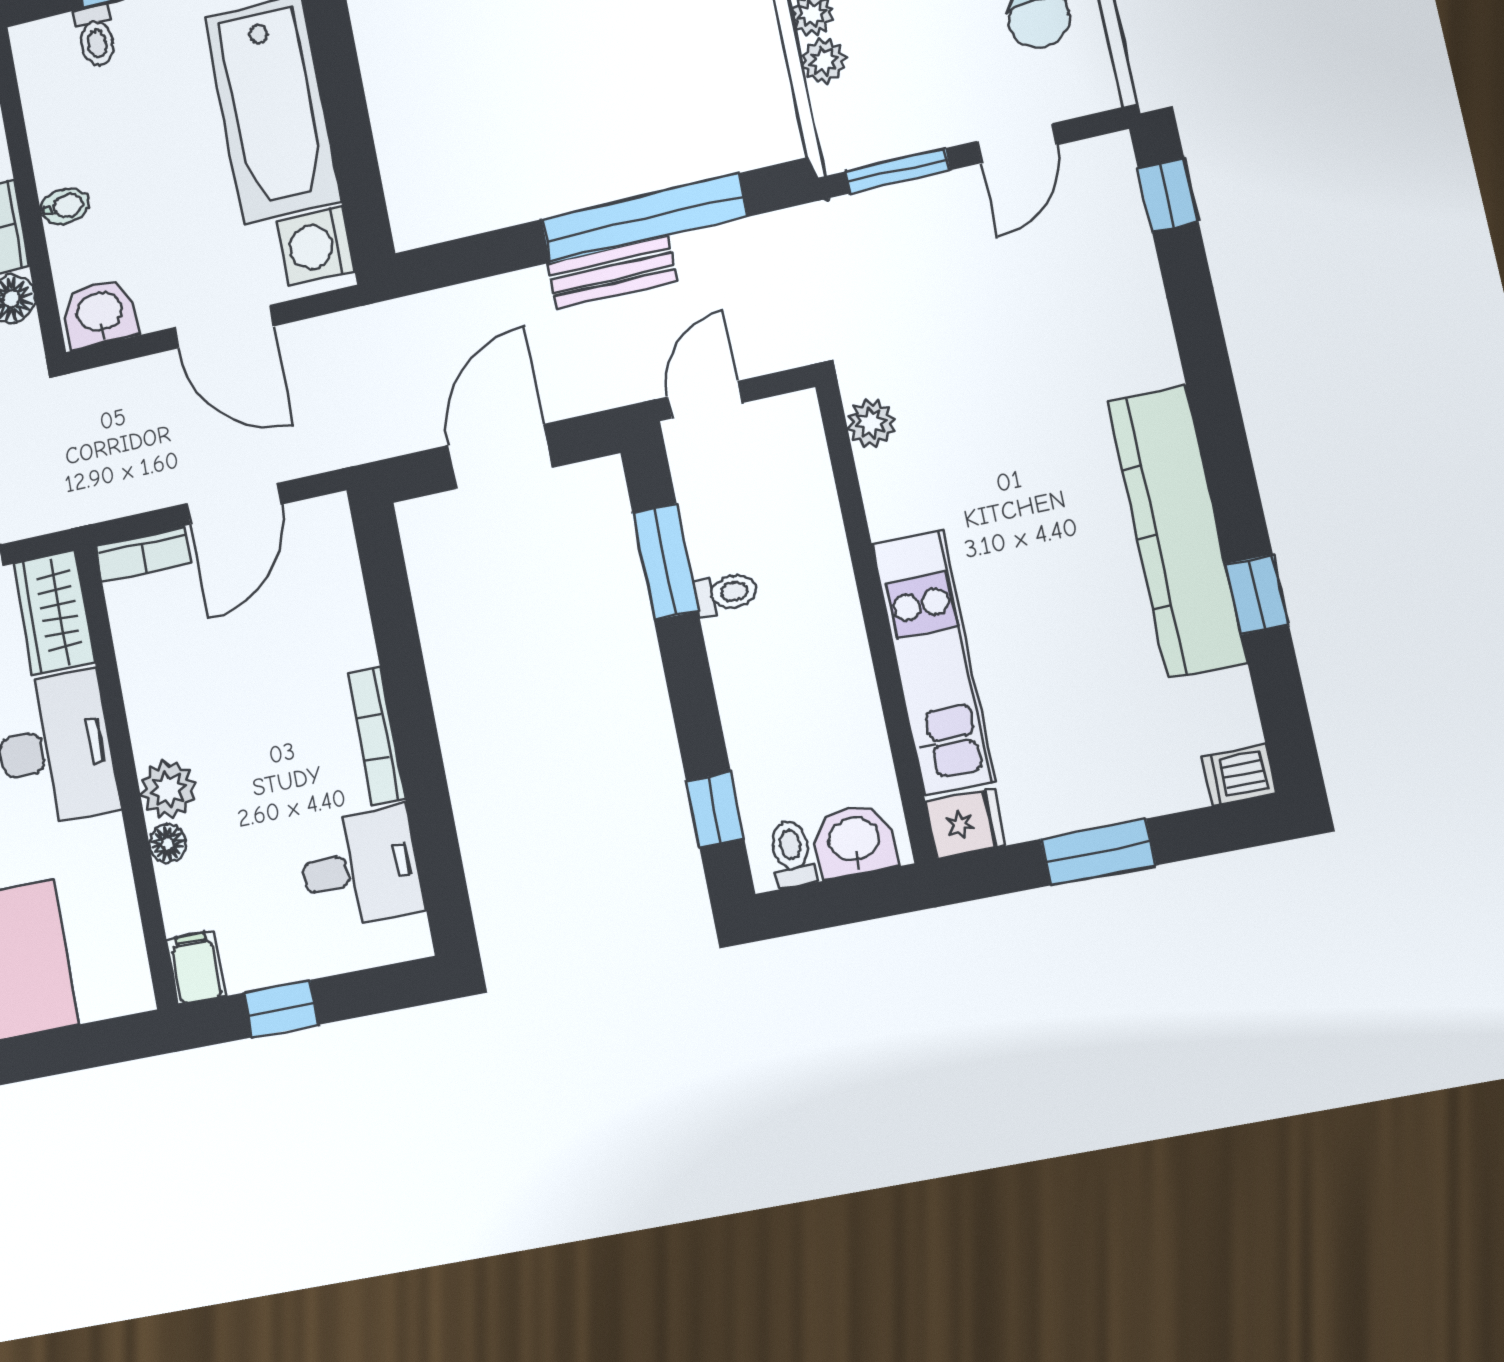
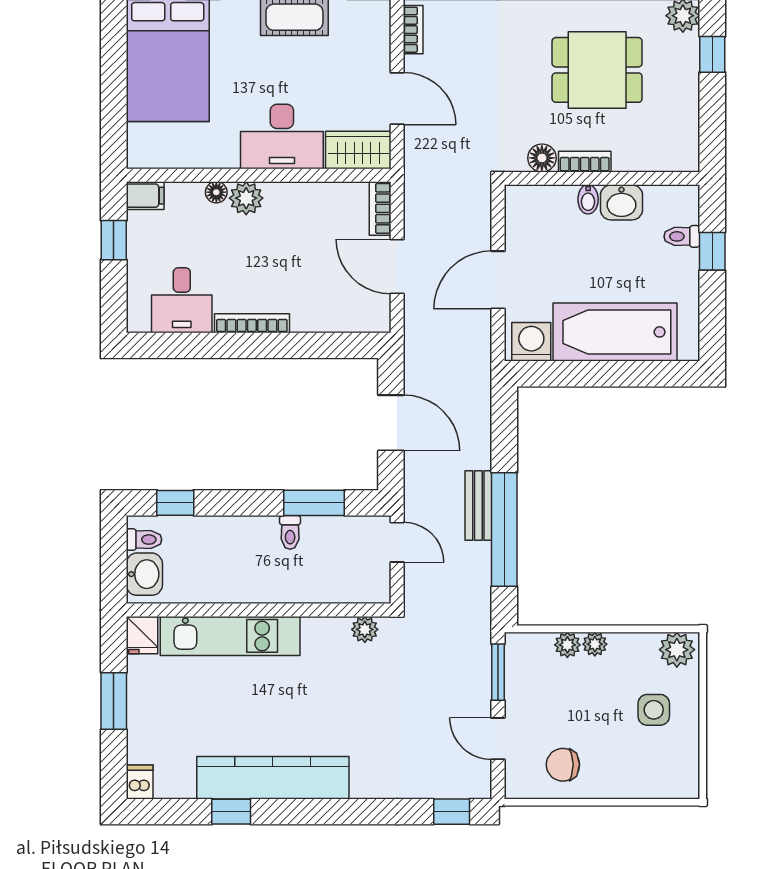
washbasin: (100, 313) -> (621, 202), moved, turned 90

